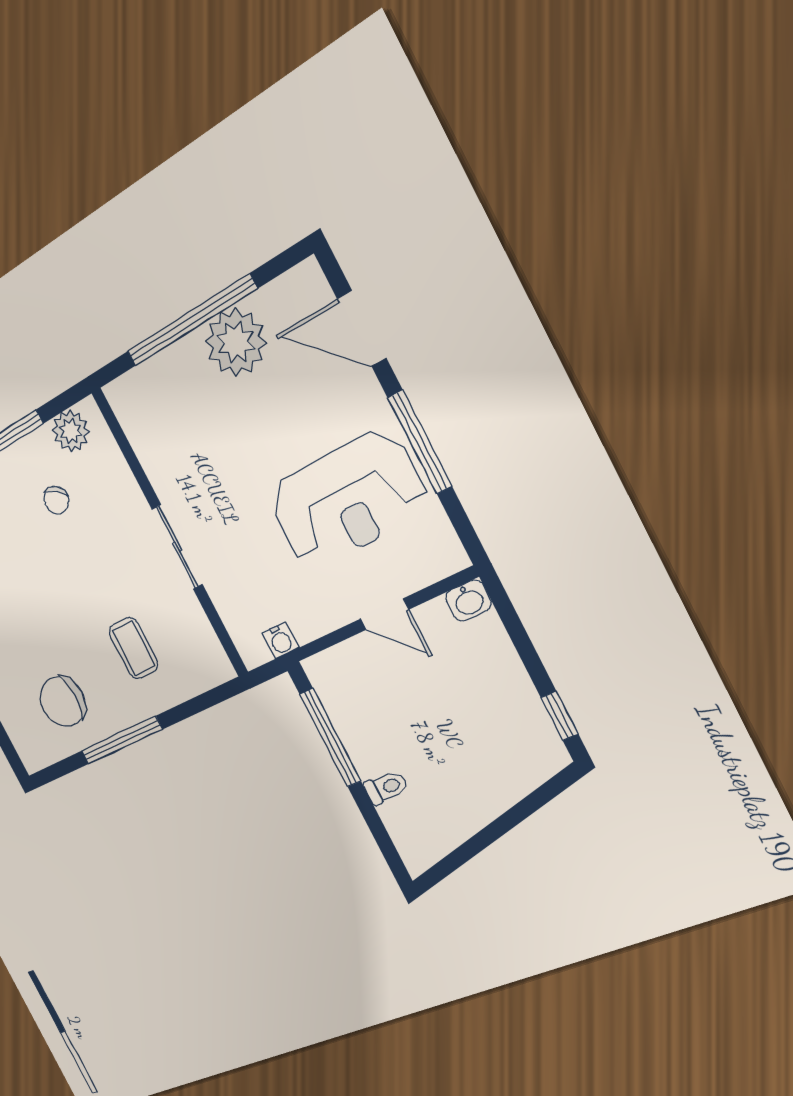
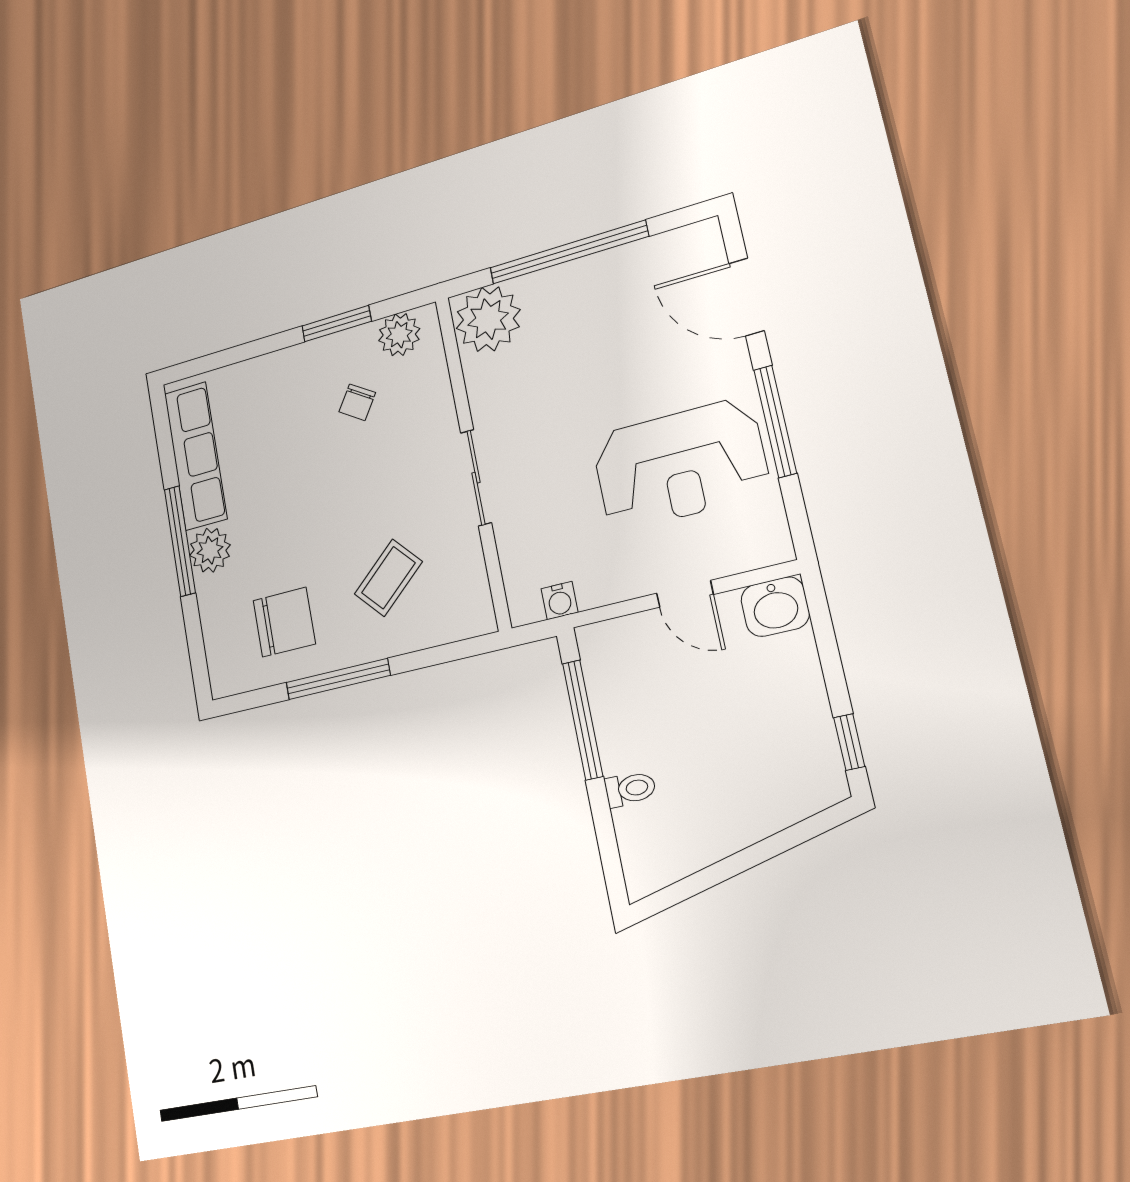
plant: (236, 342) -> (488, 319), moved
washbasin: (468, 601) -> (775, 607), width x1.38, depth x1.45
coffee table: (133, 648) -> (388, 578), turned 48
chair: (63, 701) -> (284, 622), turned 180

